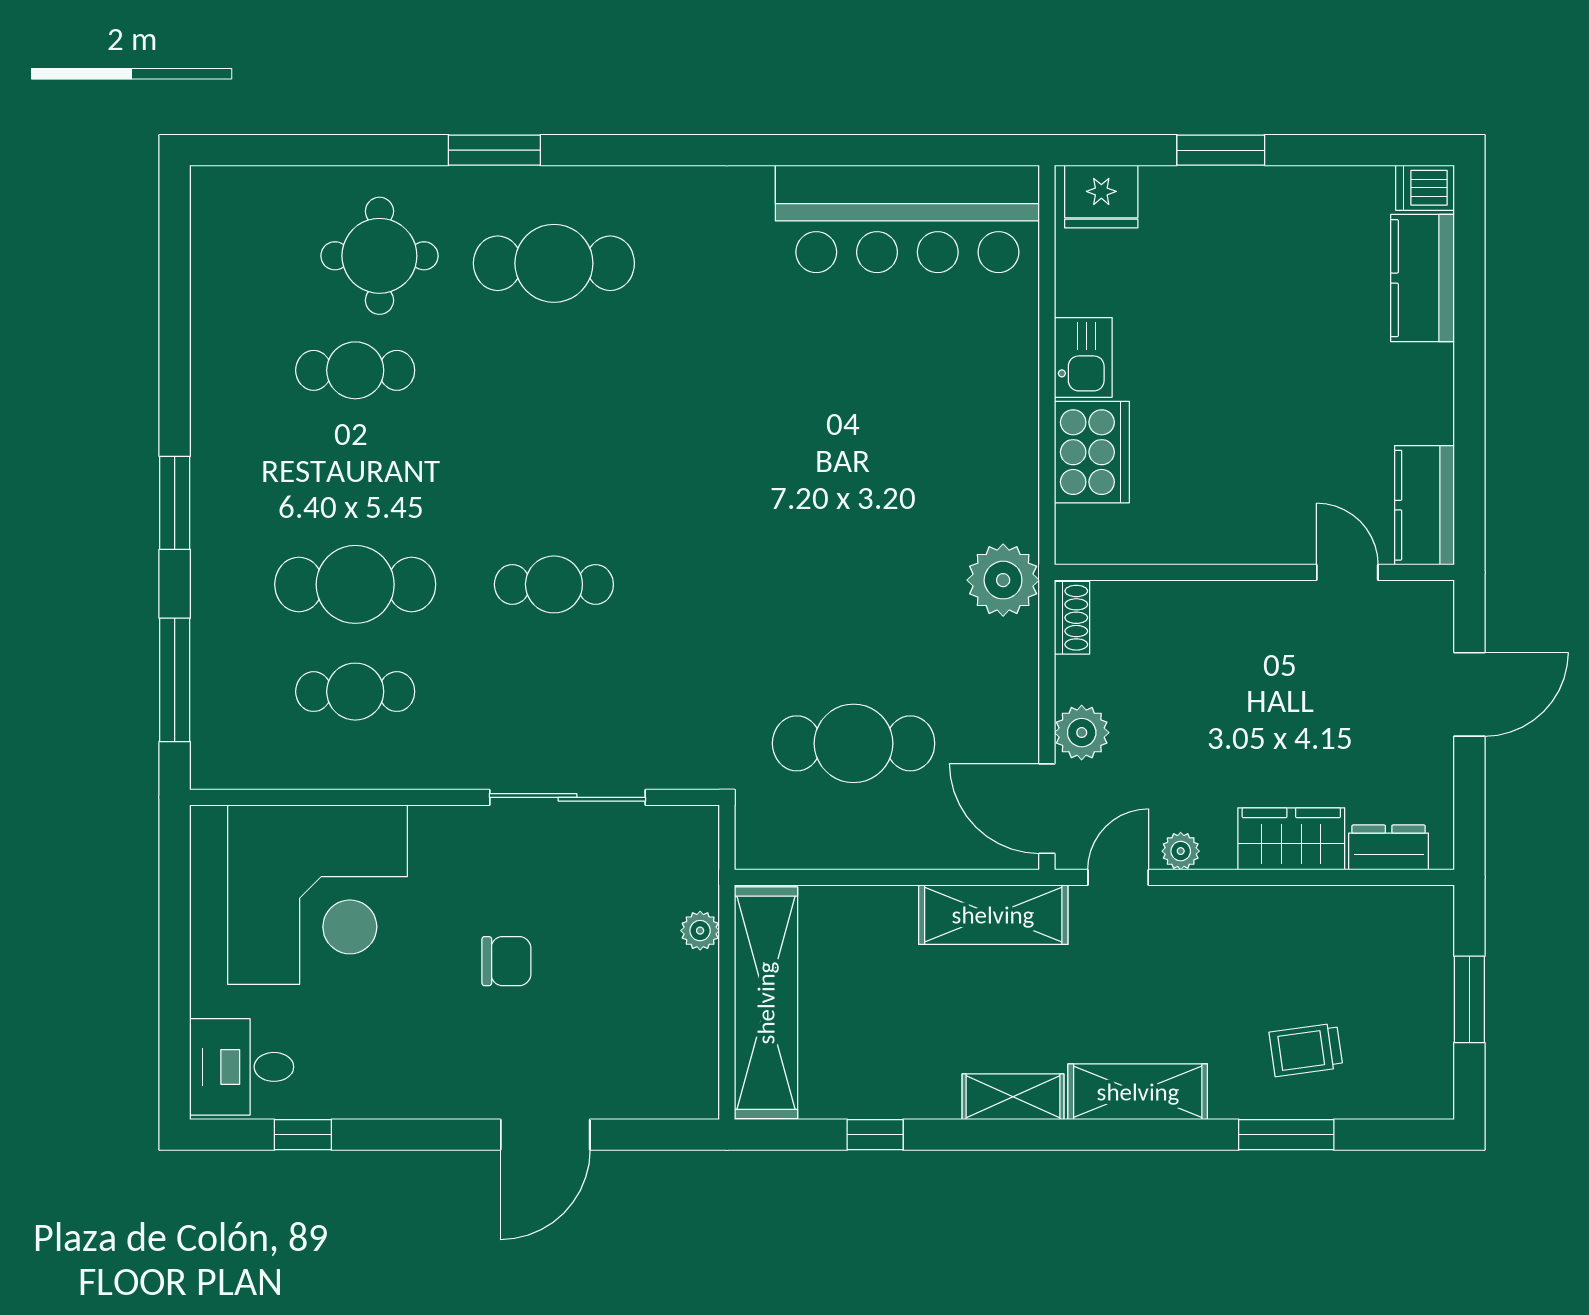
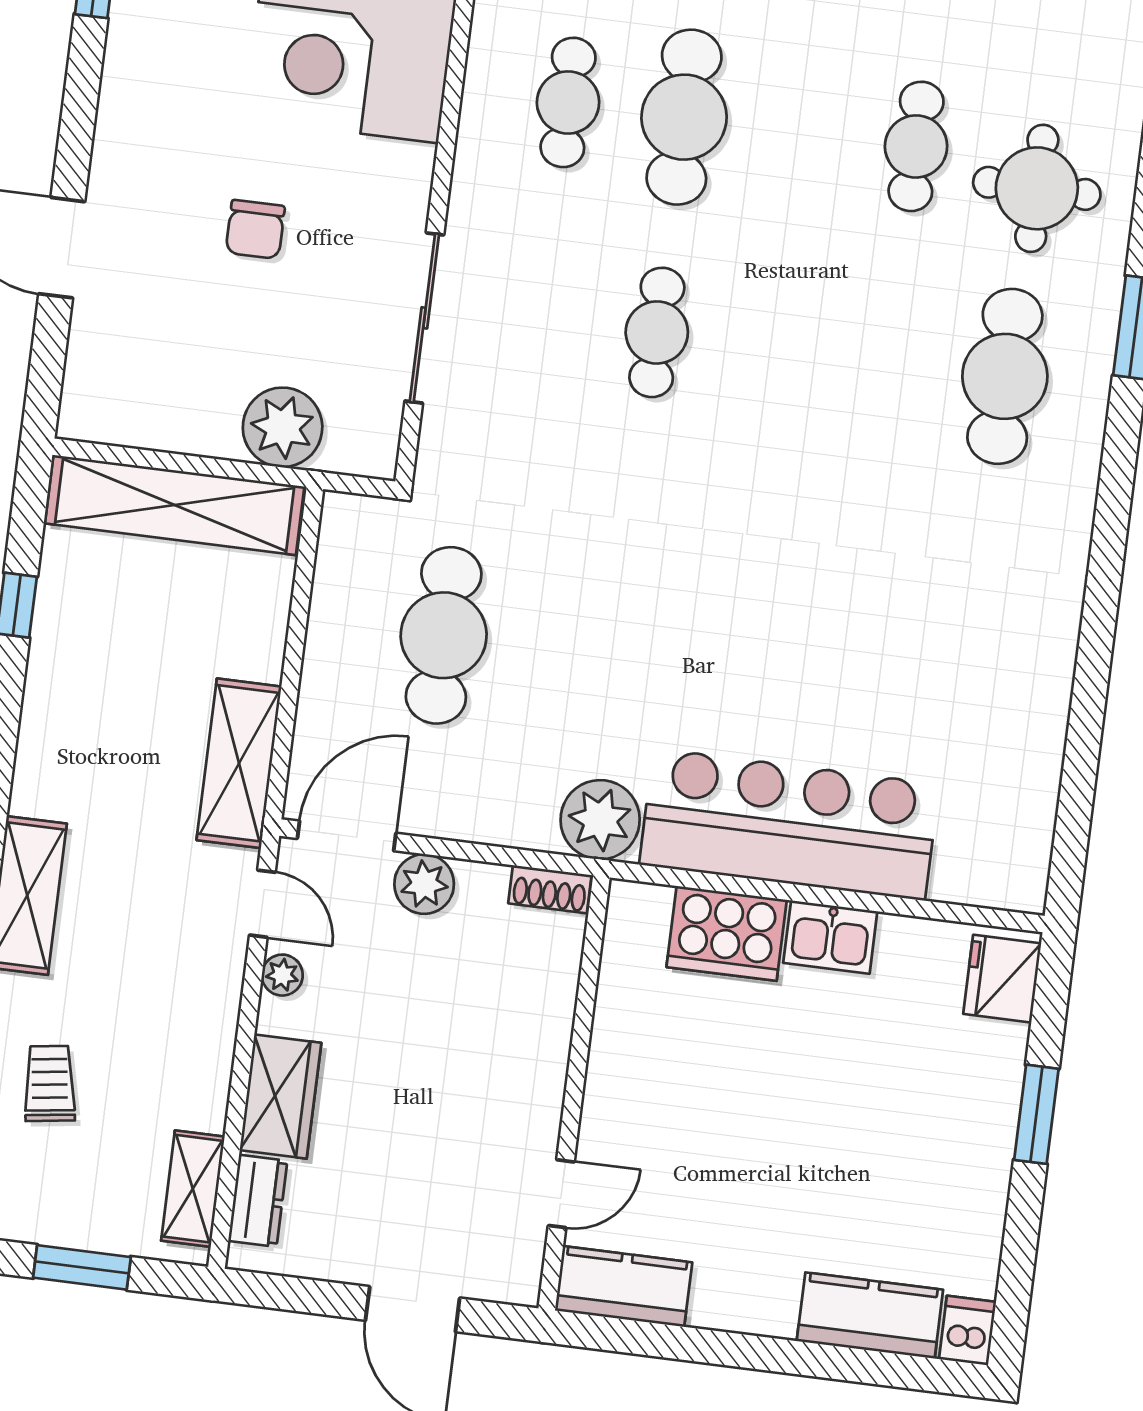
bar counter: (907, 219) -> (789, 824), moved, turned 90
plant: (700, 931) -> (283, 427), width x1.88, depth x1.88
shelving: (1013, 1097) -> (193, 1189), moved

